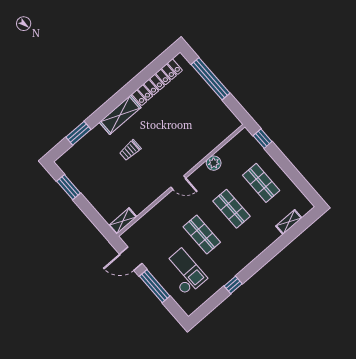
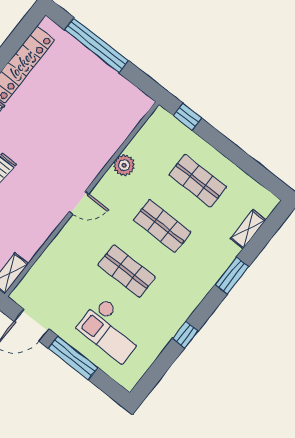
window: (272, 251) -> (232, 276), added
checkout: (184, 272) -> (111, 330), turned 180

